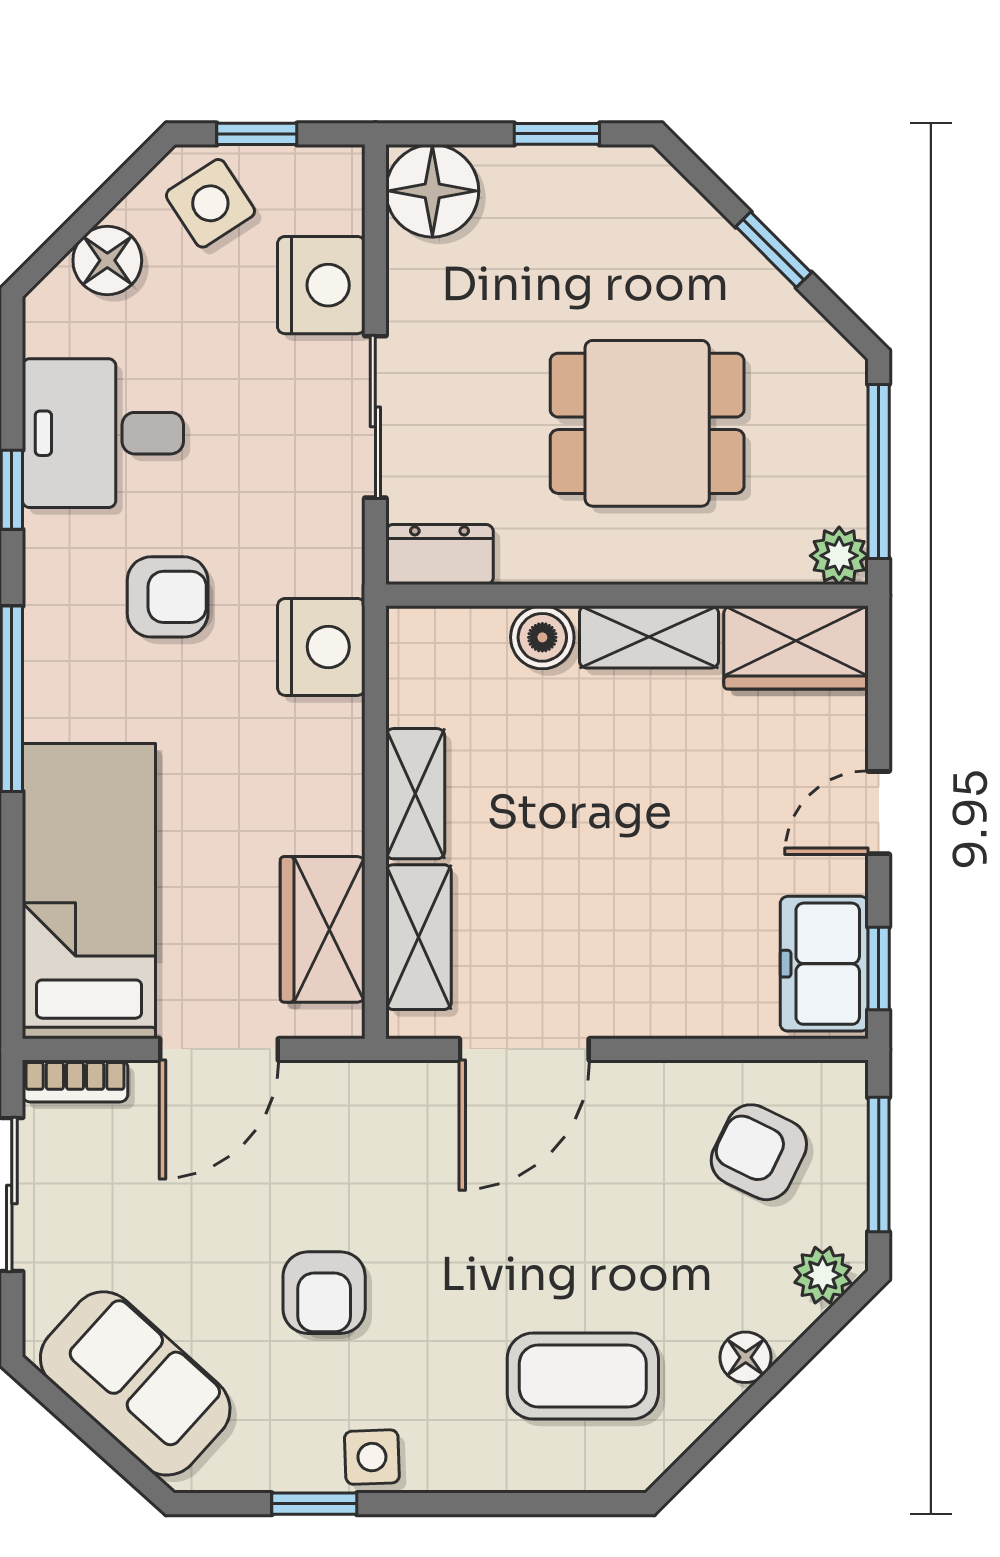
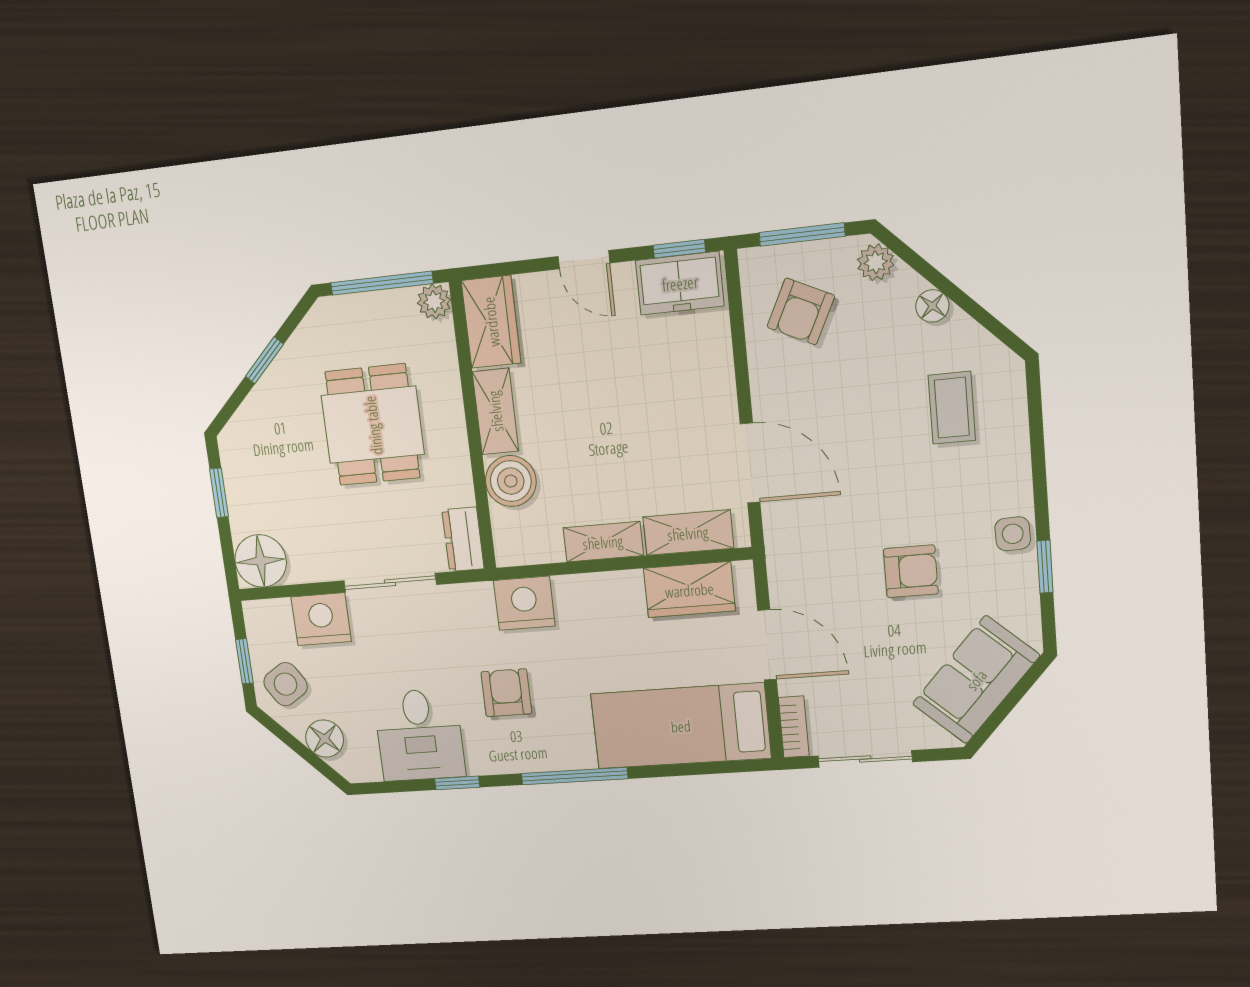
boiler: (542, 637) -> (511, 481), width x1.36, depth x1.36
coffee table: (583, 1376) -> (952, 408), width x0.73, depth x0.77

